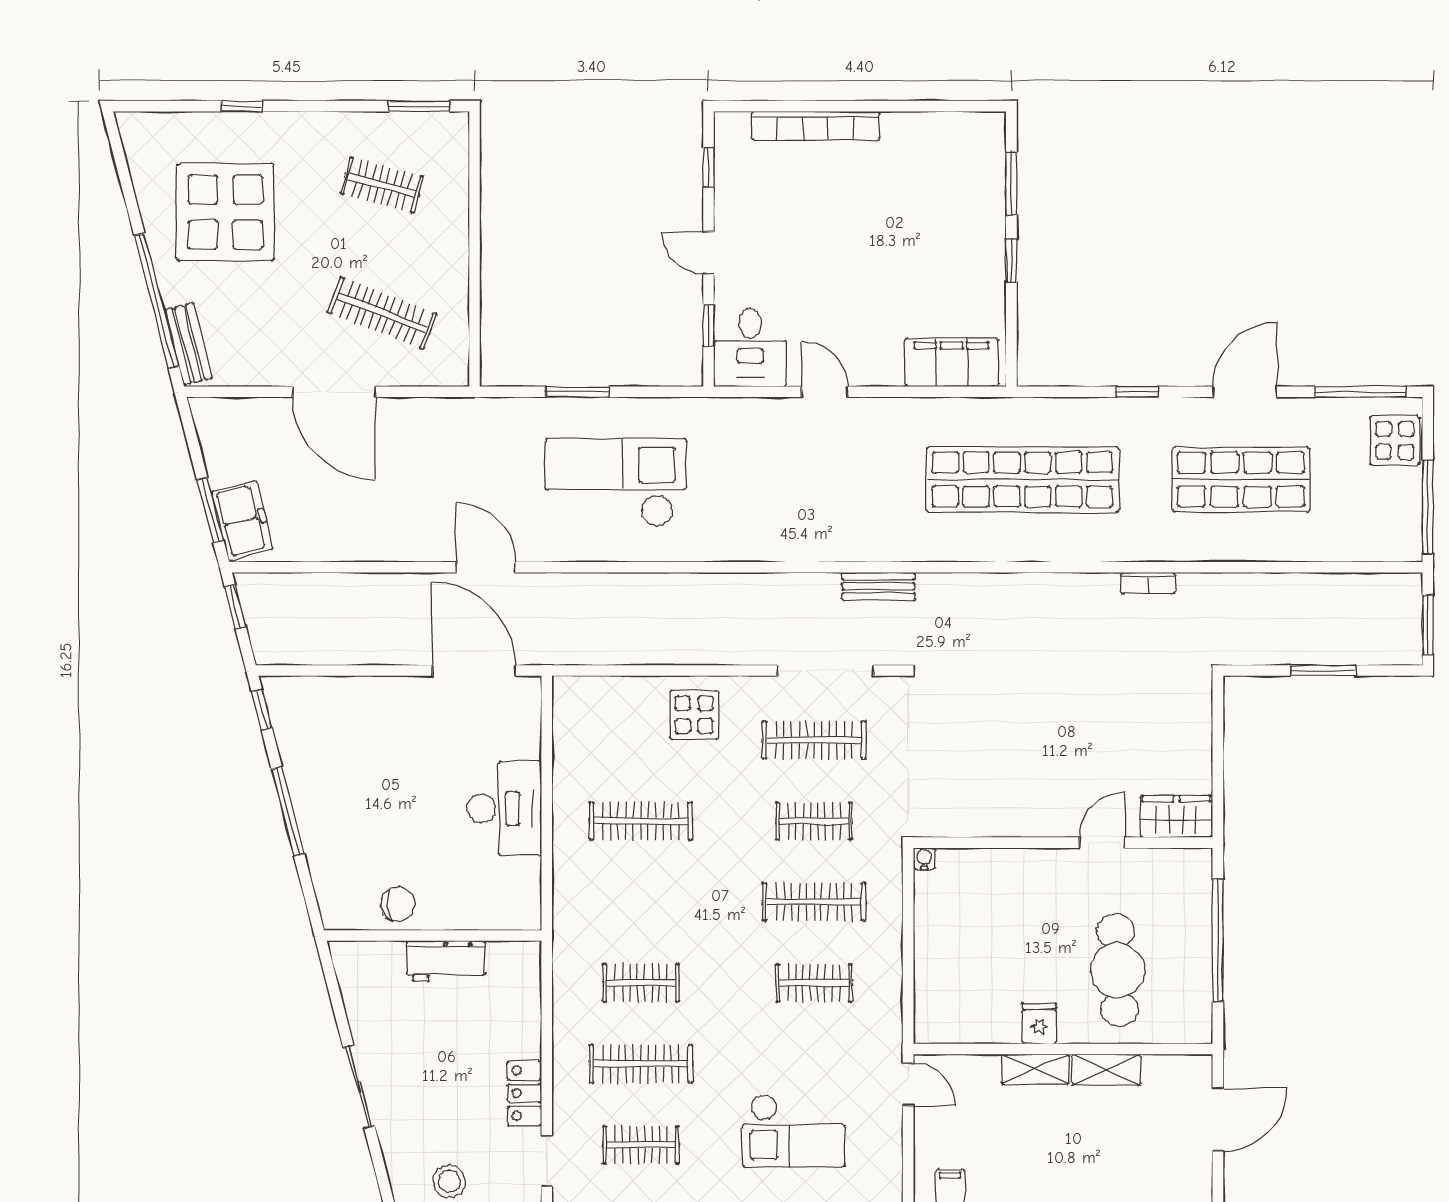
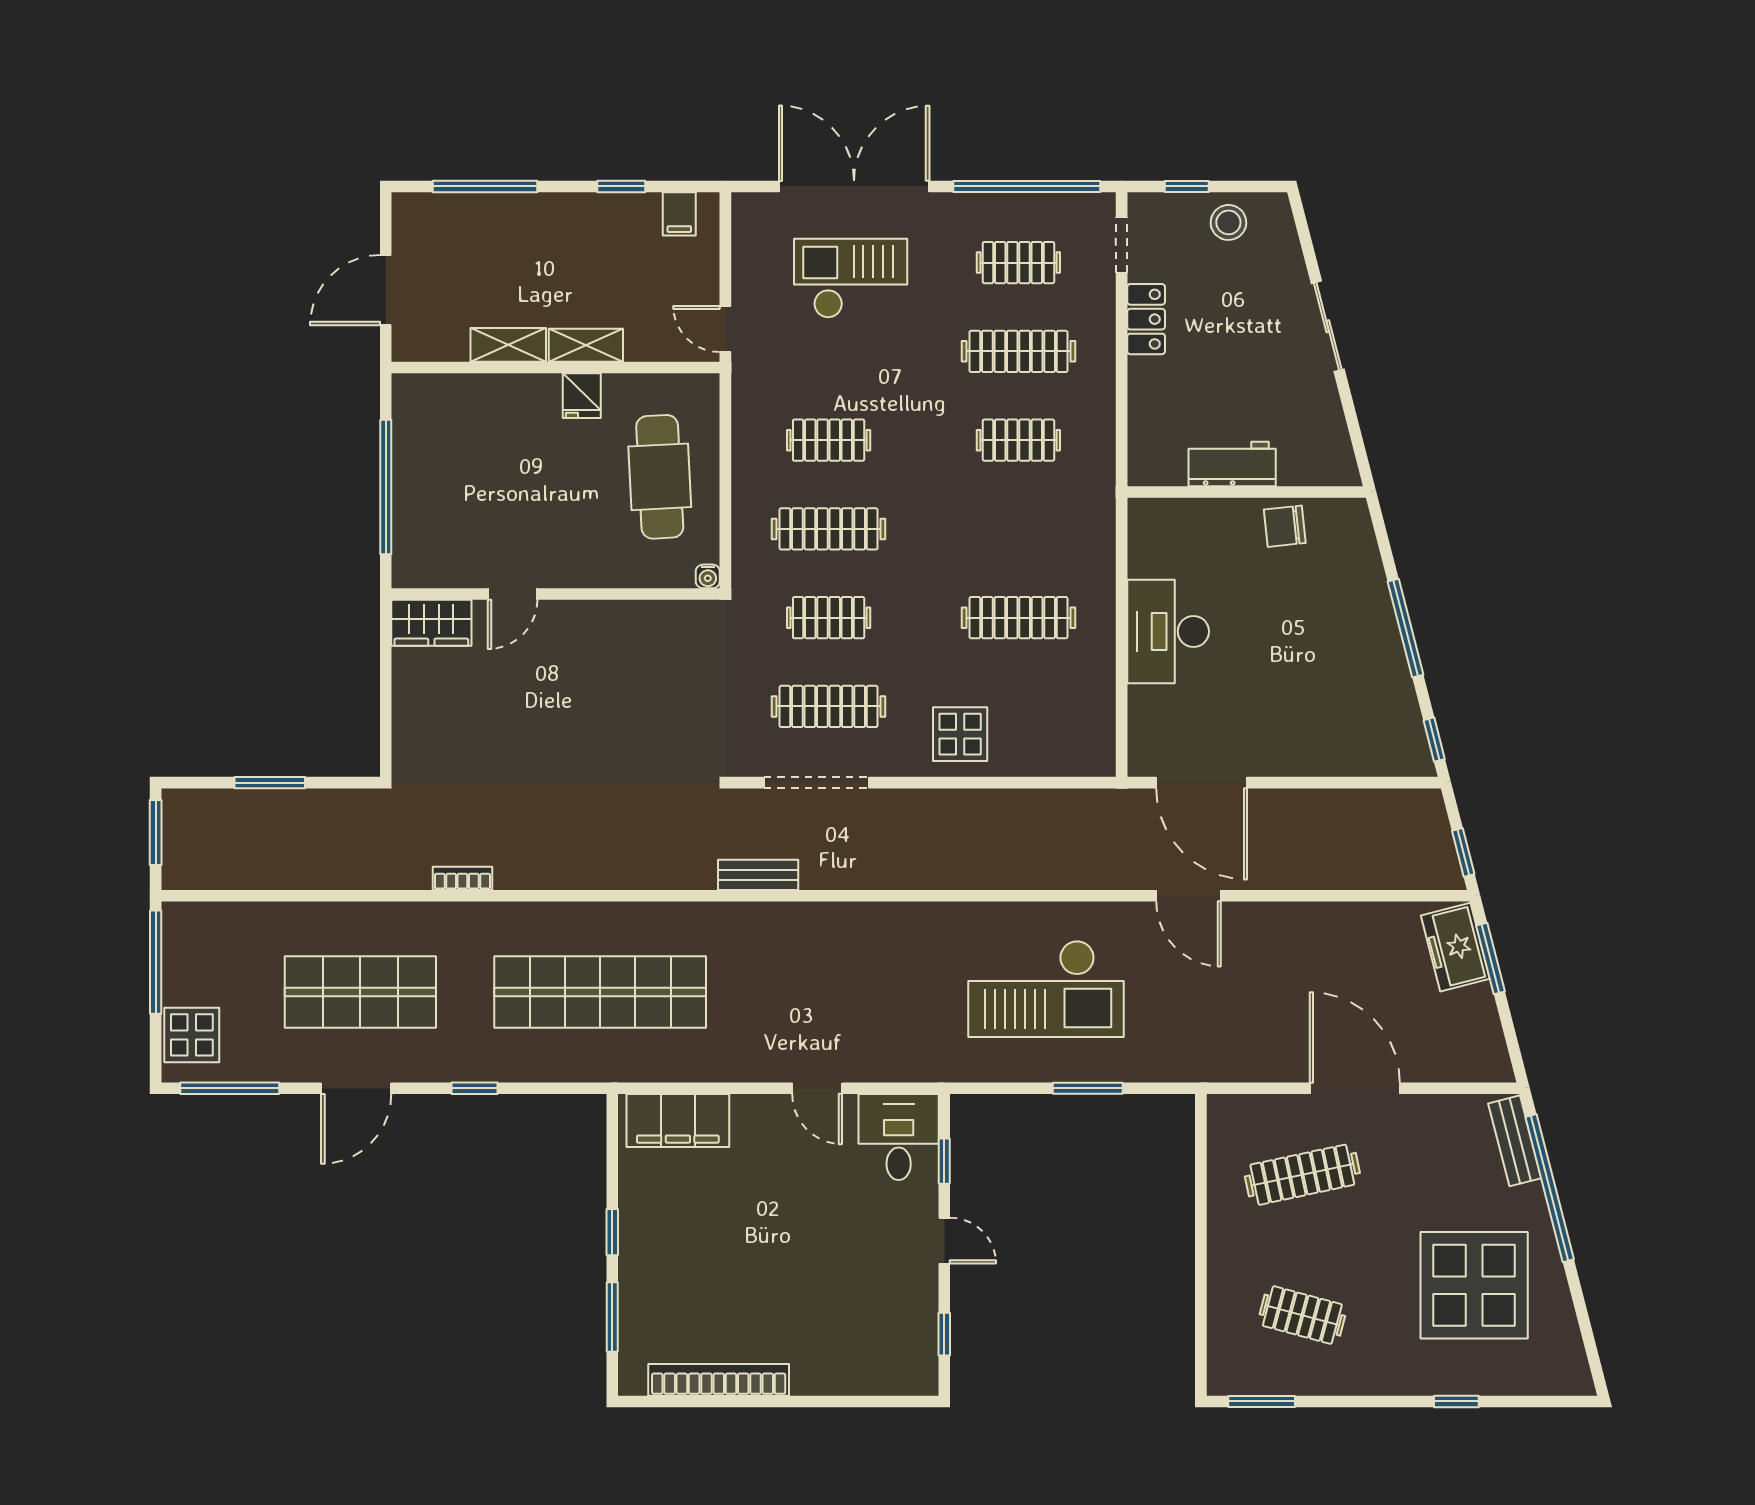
bookcase: (816, 126) -> (719, 1380), moved
clothes rail: (382, 313) -> (1302, 1175), turned -33
cafe table: (1118, 970) -> (660, 477), moved

